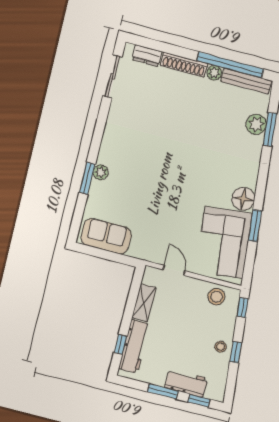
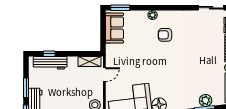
armchair: (137, 161) -> (165, 35), added
window: (87, 178) -> (120, 8), moved
shelving: (144, 303) -> (90, 62), moved

